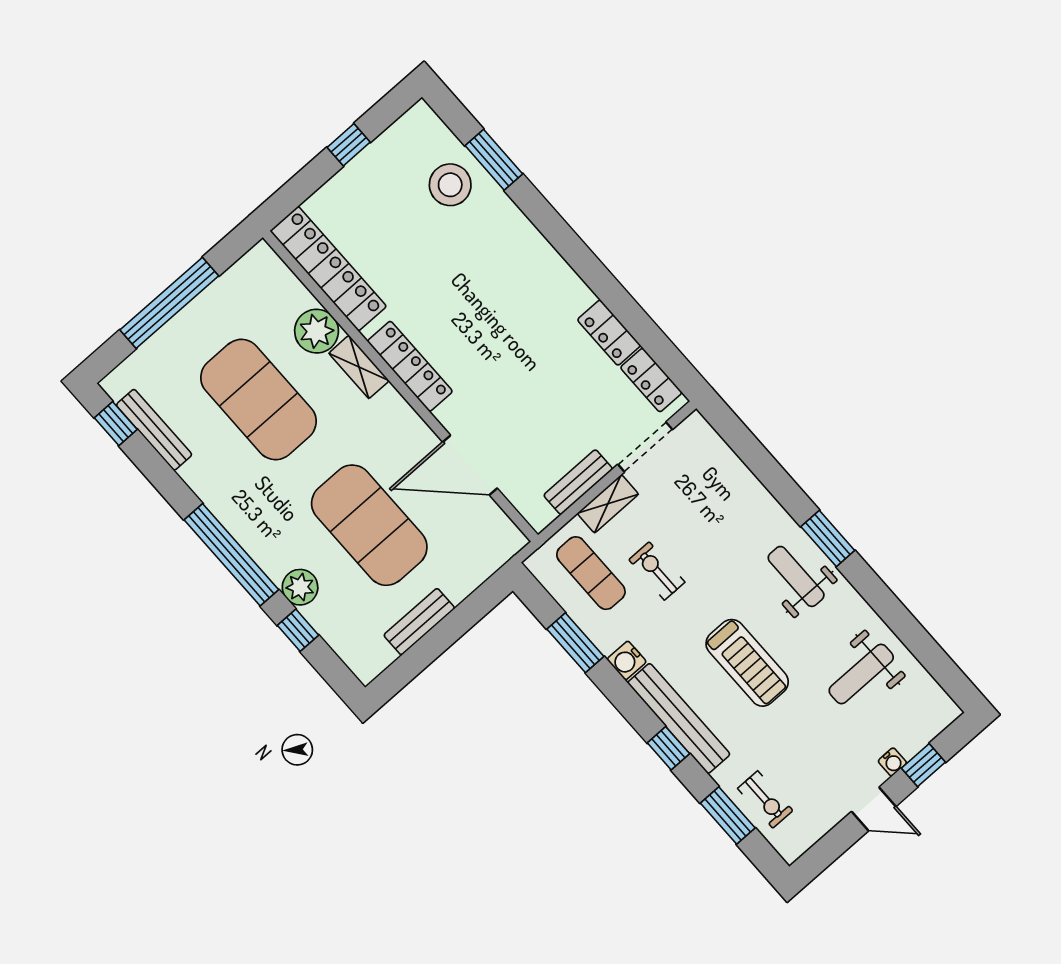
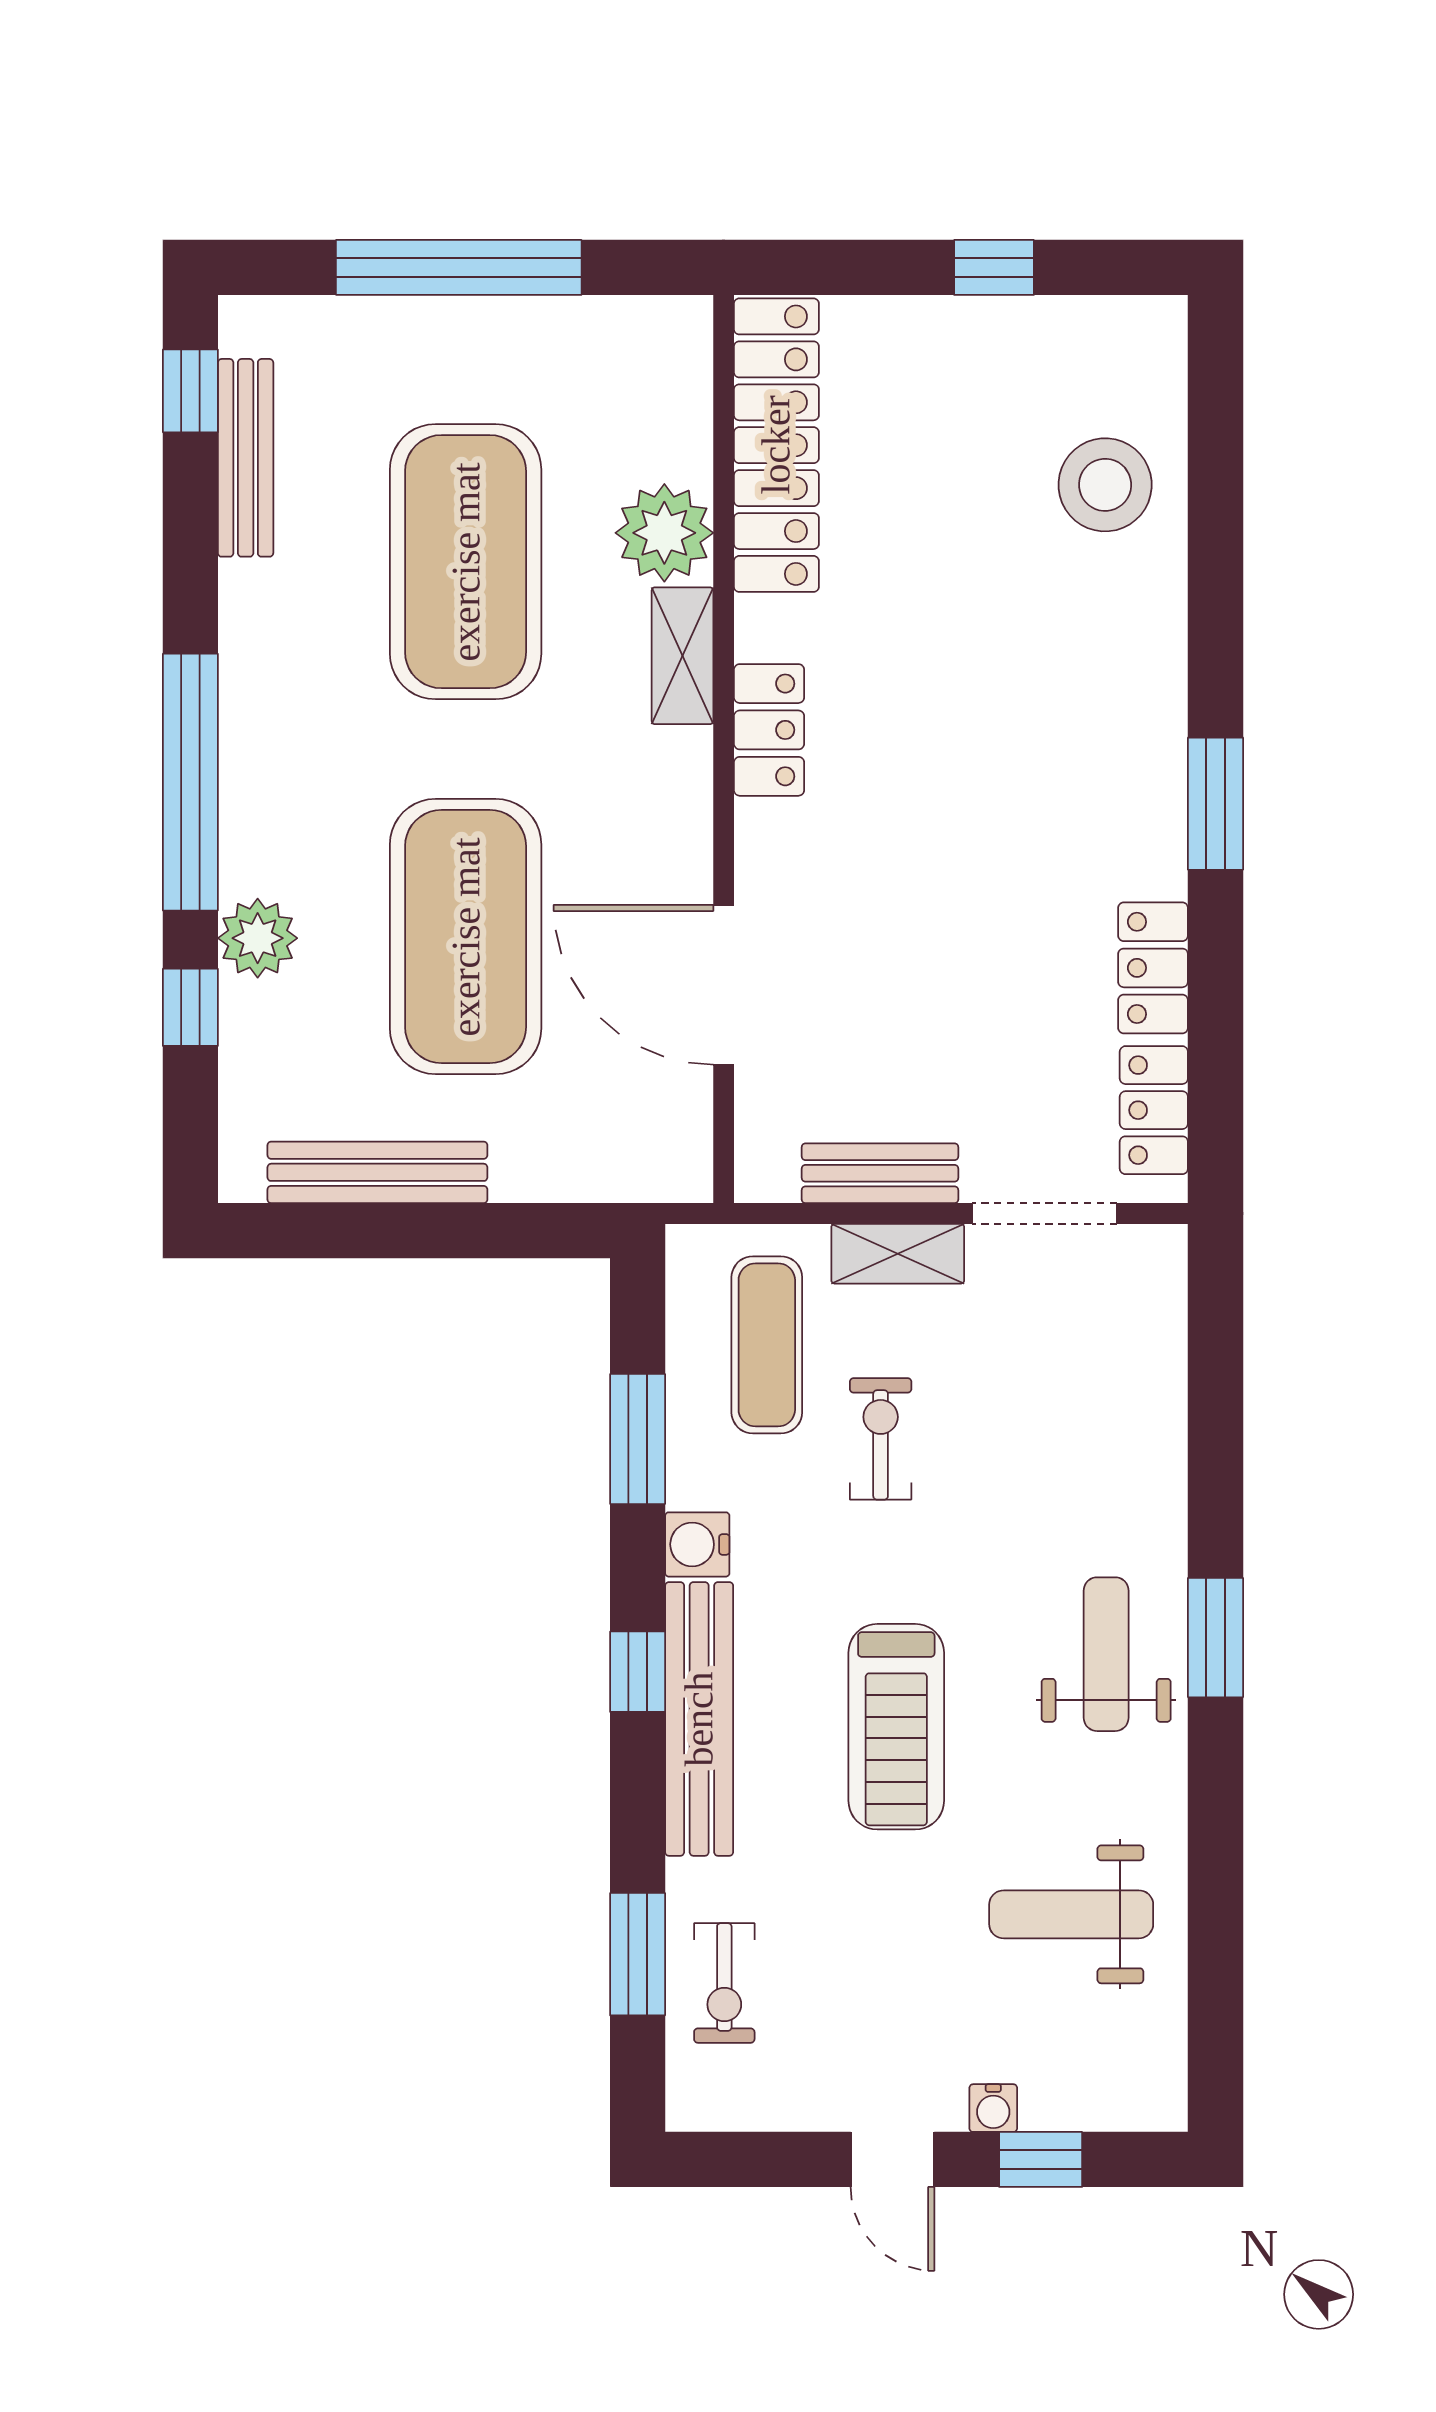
window: (494, 160) -> (1215, 804), moved
locker: (410, 366) -> (769, 730), width x0.66
bench: (419, 622) -> (377, 1172), width x1.36
window: (668, 748) -> (638, 1672), moved

